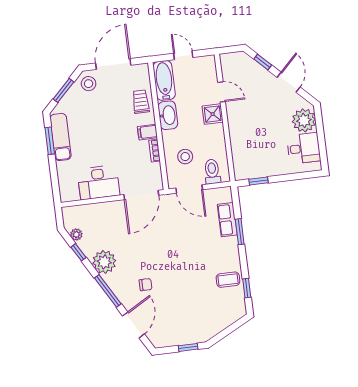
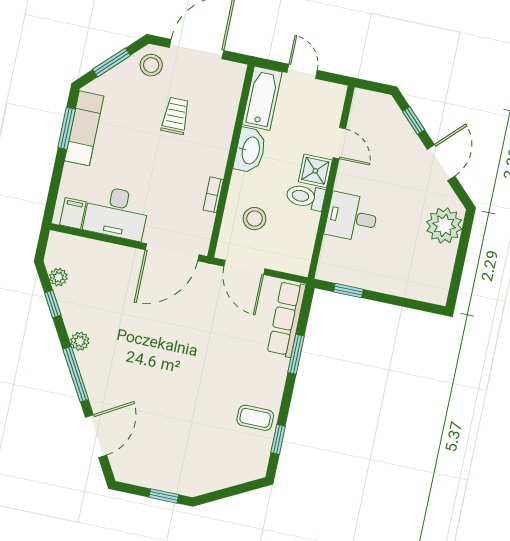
trolley: (141, 102) -> (175, 116), moved
filing cabinet: (147, 132) -> (73, 213), moved, turned 90
desk: (304, 148) -> (352, 217), moved, turned 180
toilet: (212, 172) -> (305, 197), moved, turned -90
row of seats: (227, 220) -> (286, 319), width x1.48
plant: (104, 262) -> (80, 341), width x0.53, depth x0.53
chair: (146, 285) -> (134, 384), removed

